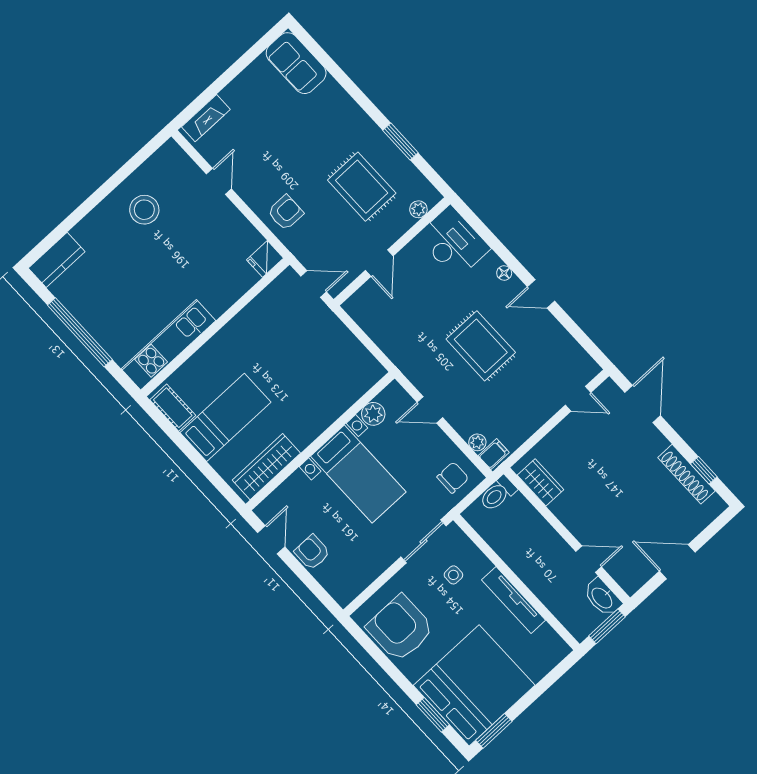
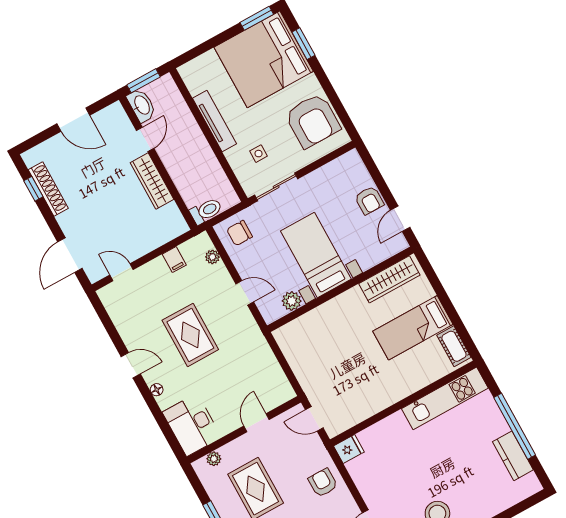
armchair: (286, 213) -> (323, 483), turned 90
kitchen counter: (57, 260) -> (513, 456), moved, turned -90
filing cabinet: (494, 454) -> (174, 260), moved, turned -90
wardrobe: (541, 482) -> (152, 181), moved, width x1.50
door: (589, 559) -> (145, 139), swing flipped

